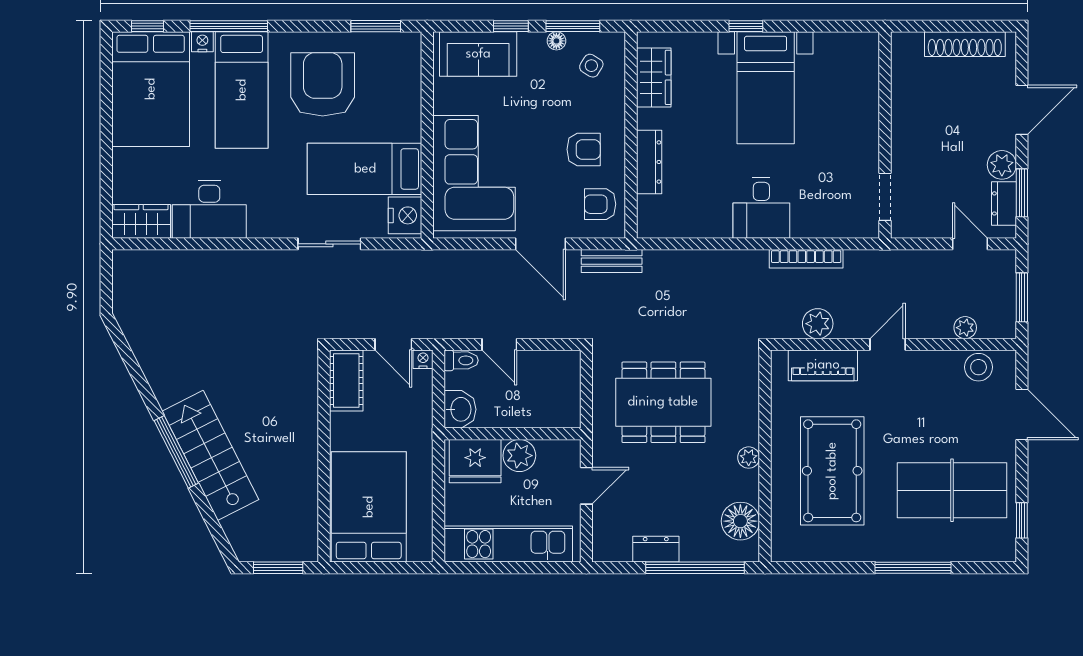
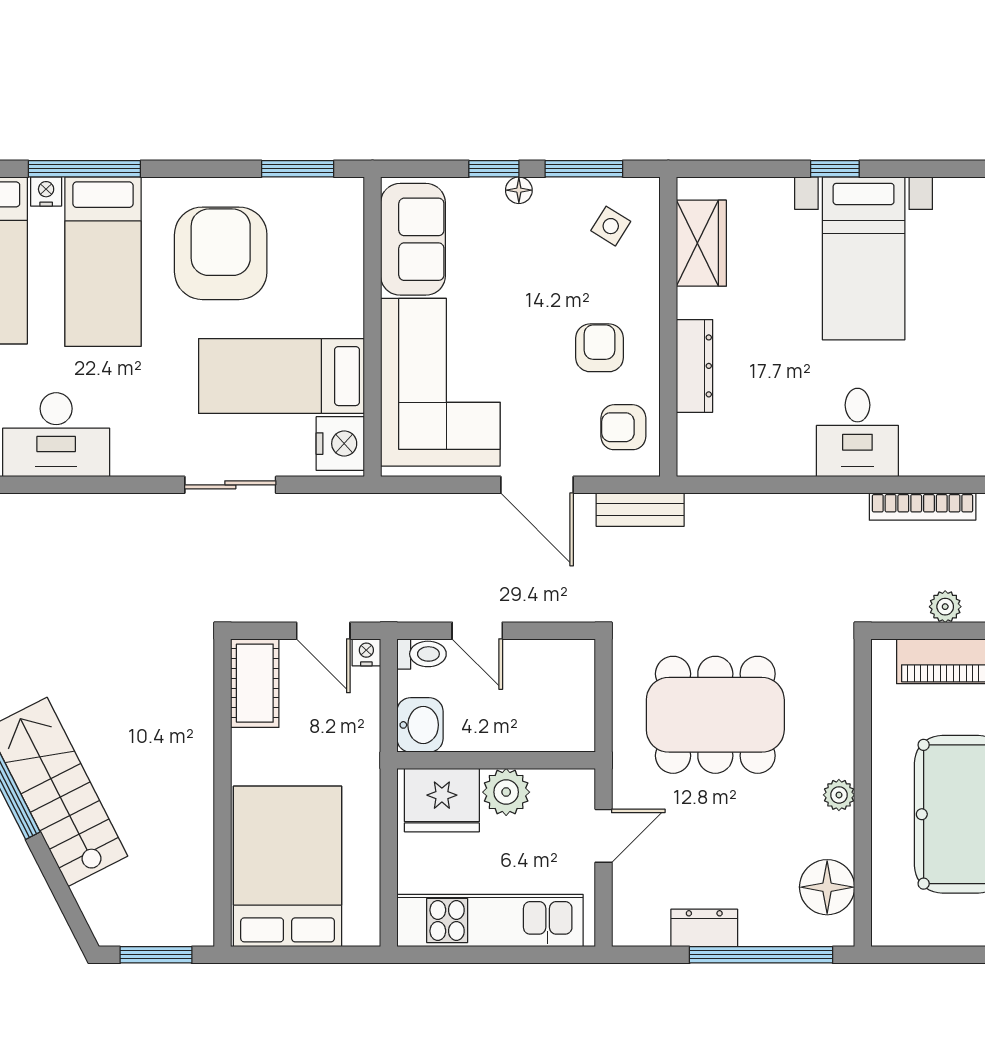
floor lamp: (556, 41) -> (519, 190), moved
sofa: (478, 54) -> (413, 239), moved, turned -90
armchair: (584, 149) -> (599, 348), turned -90
plant: (818, 324) -> (945, 607), width x0.73, depth x0.73

